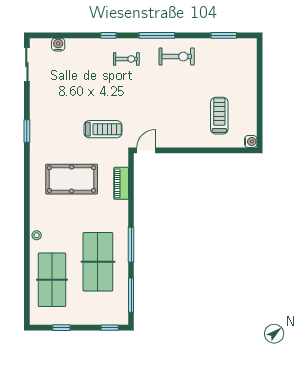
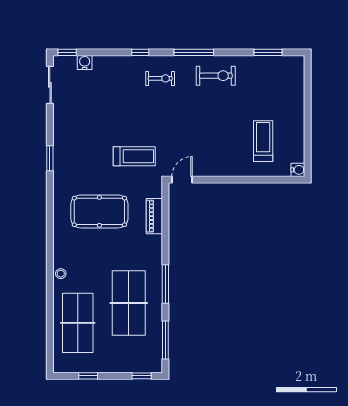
window: (42, 35) -> (67, 52), added

